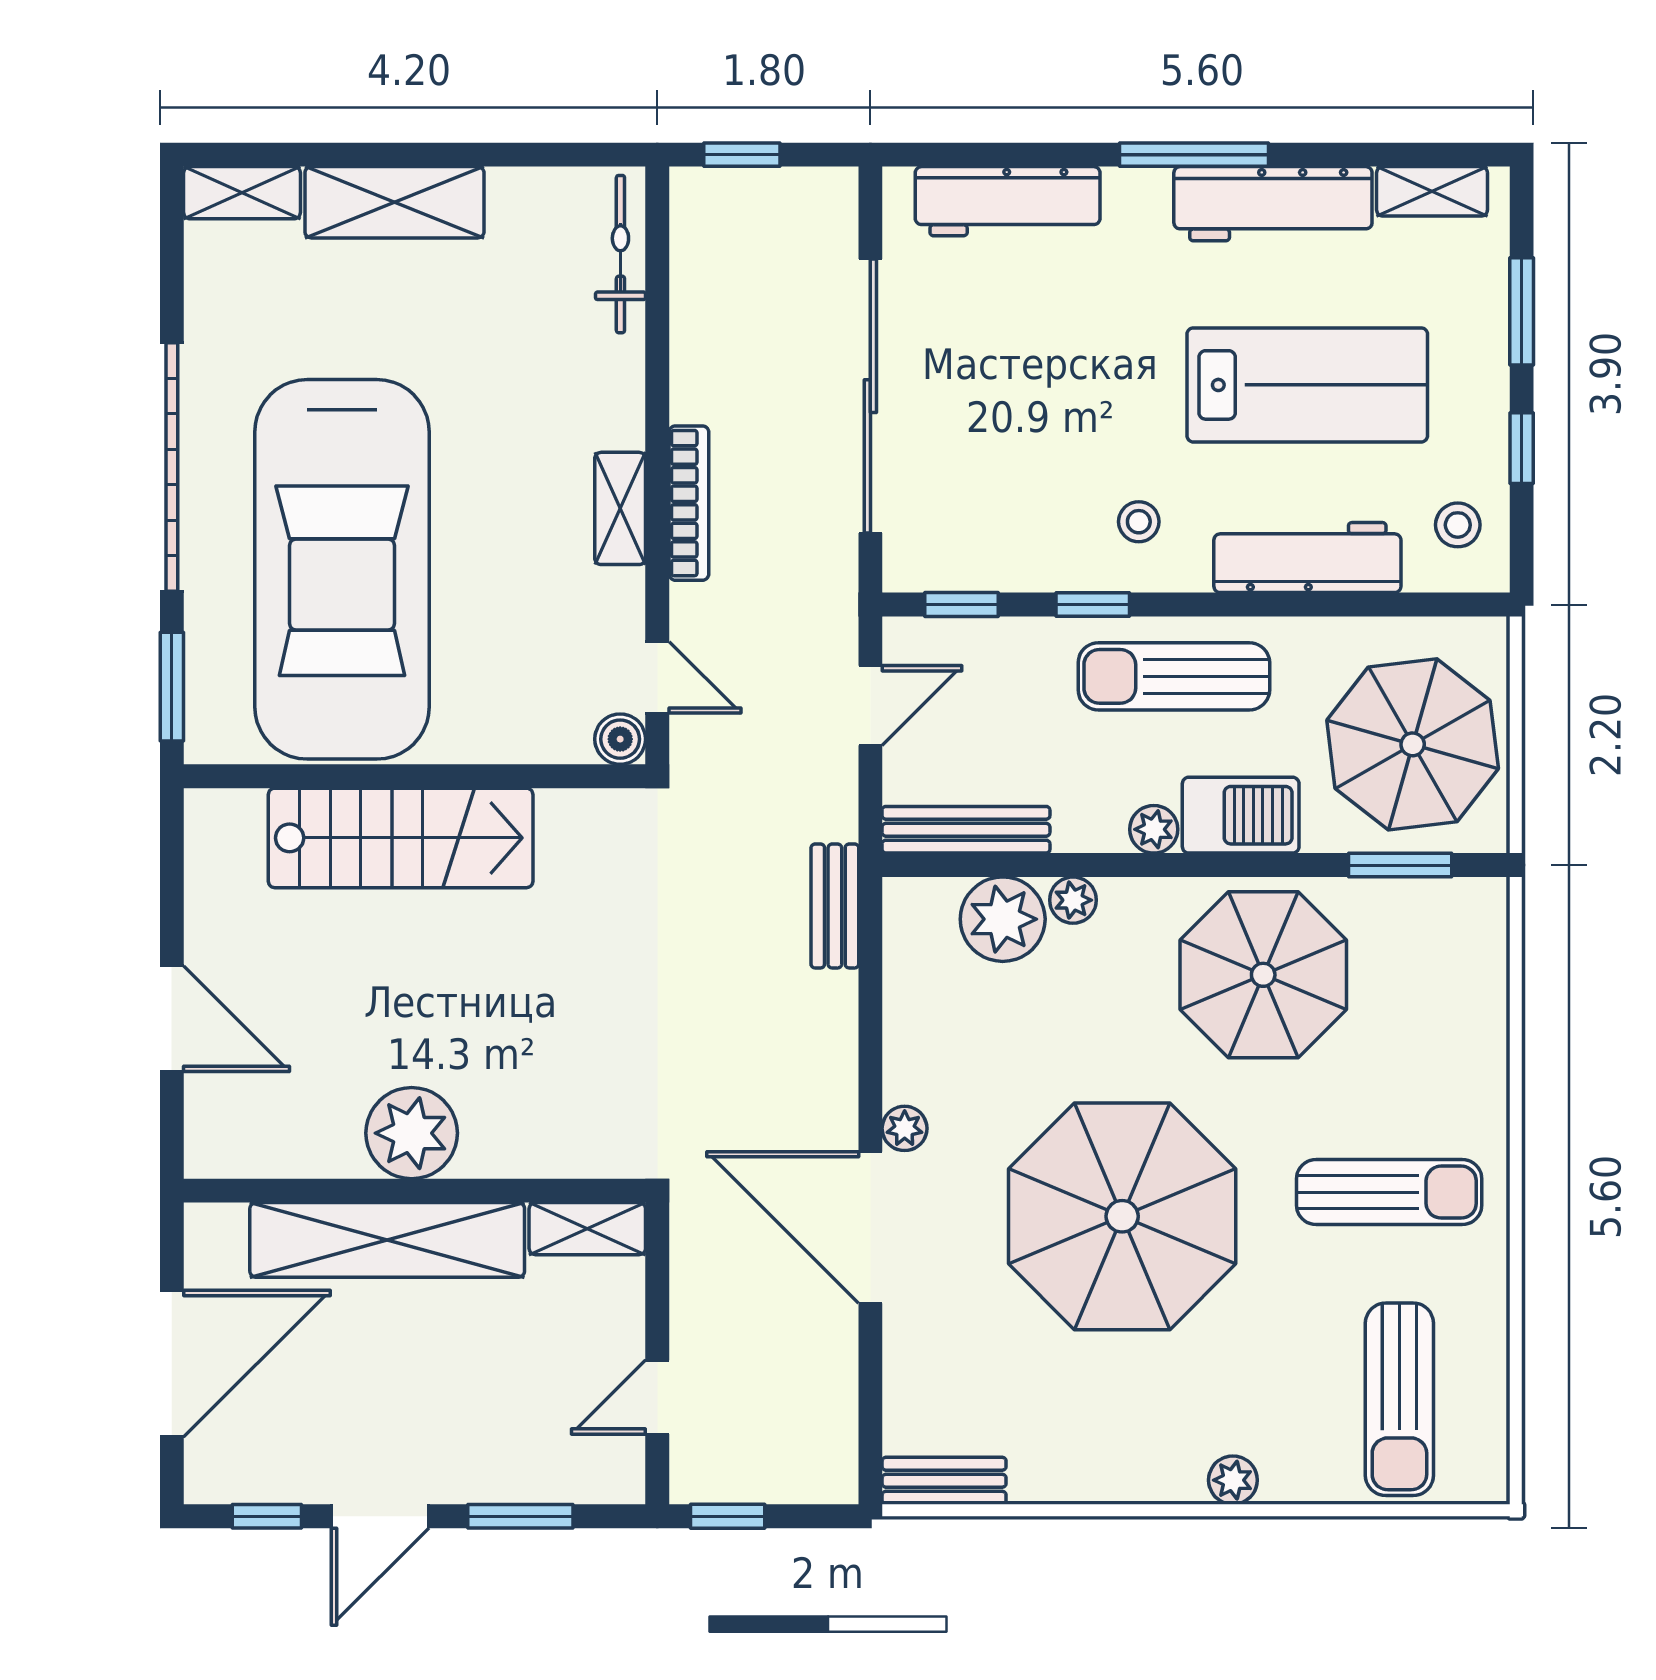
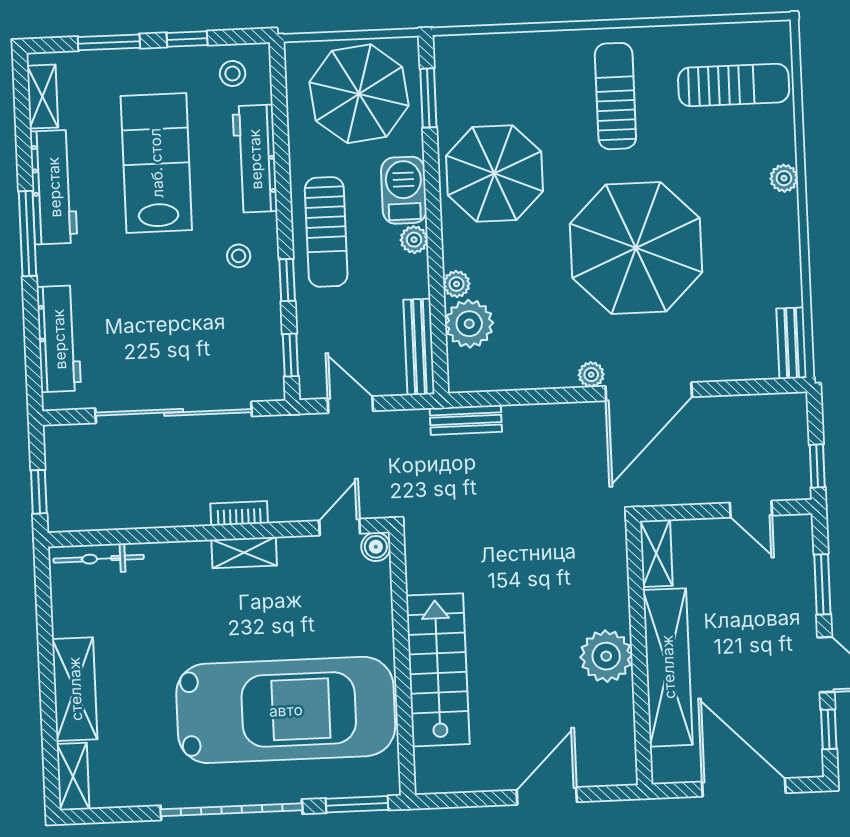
bookcase: (689, 503) -> (239, 513), width x0.64

